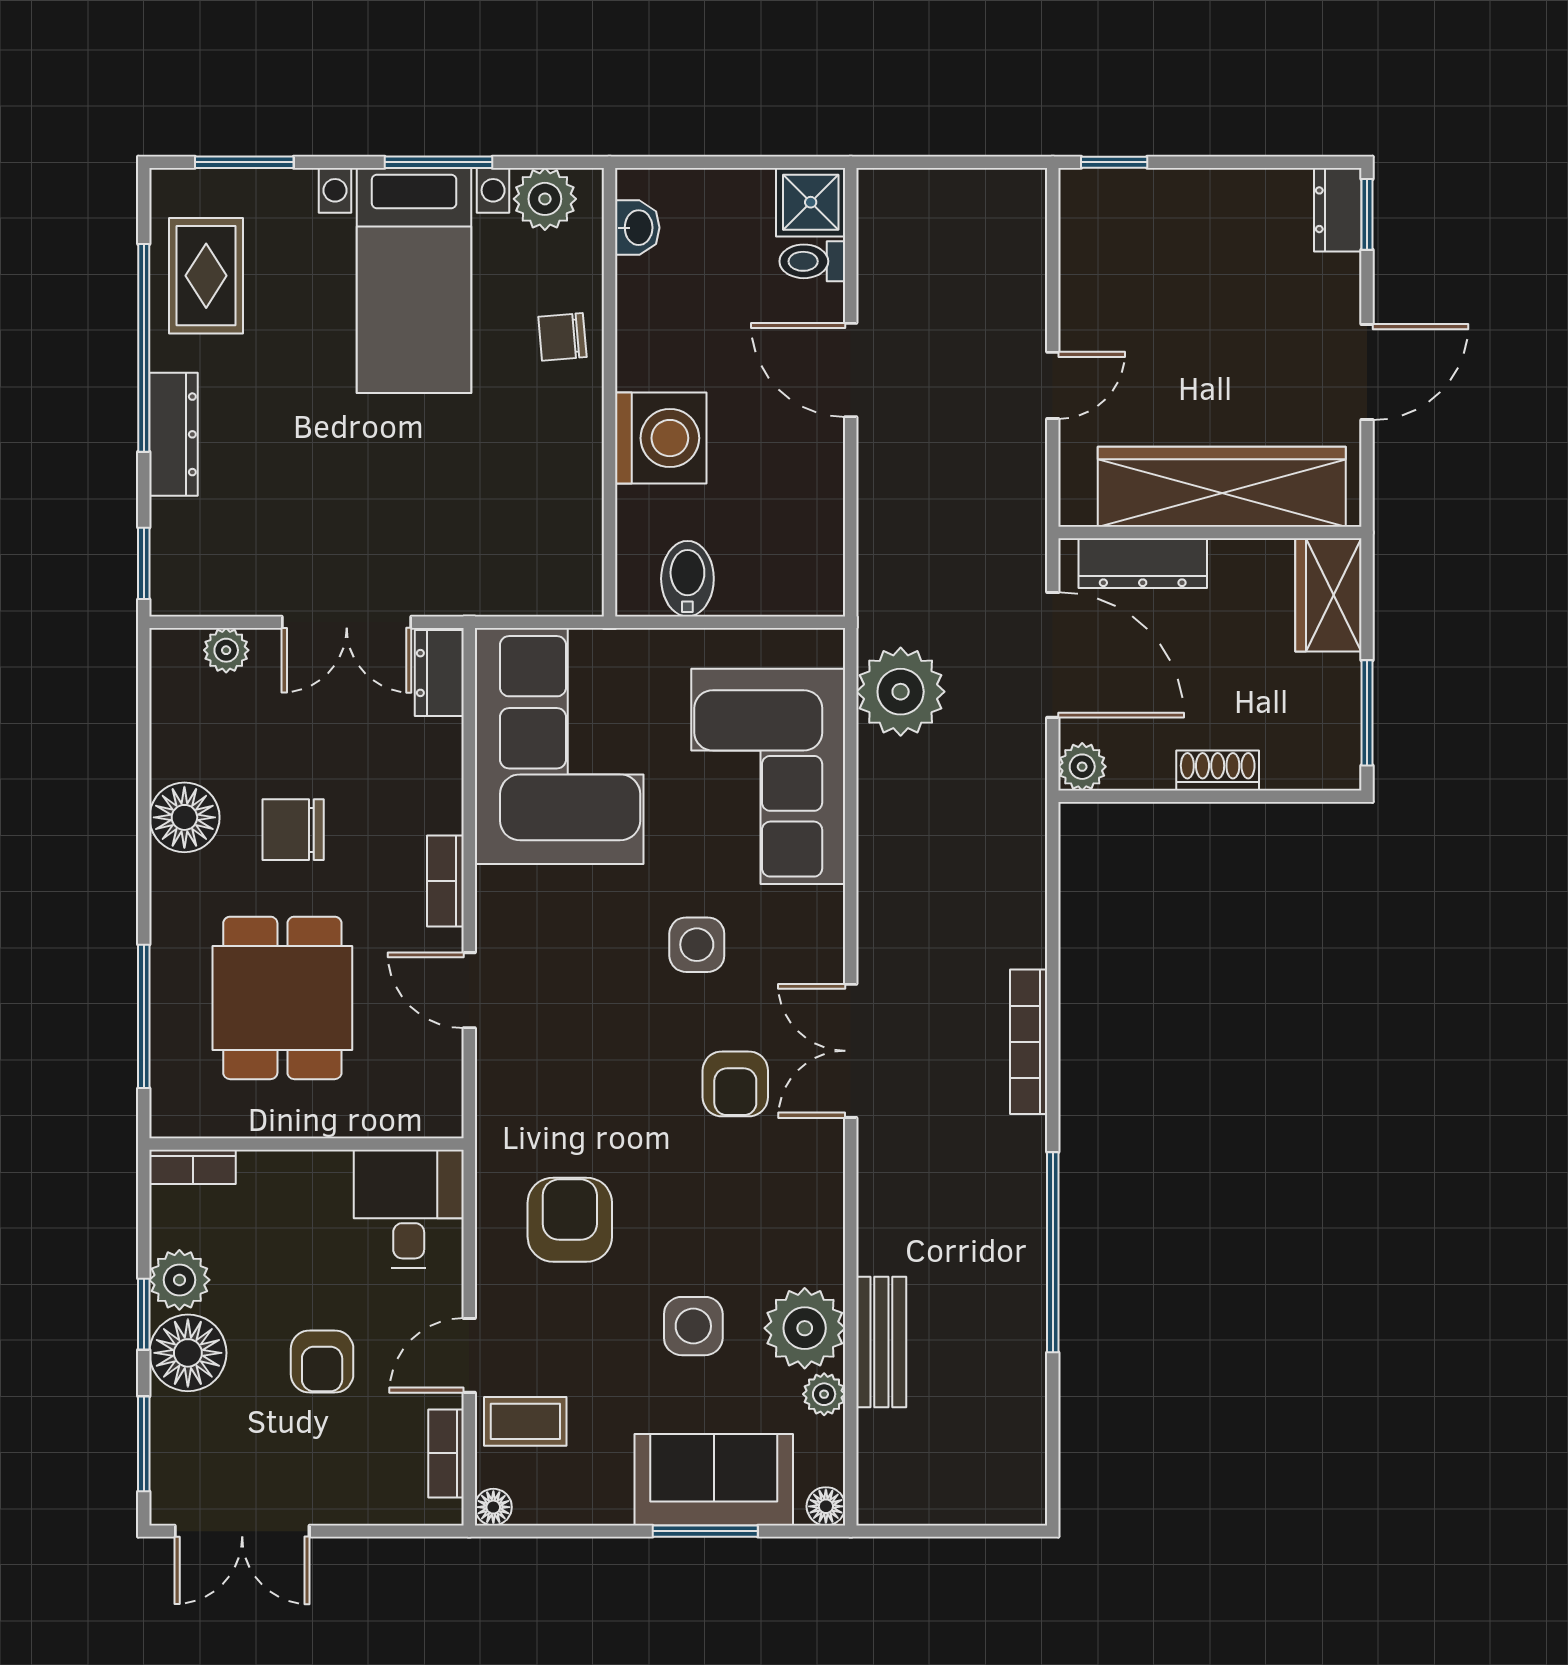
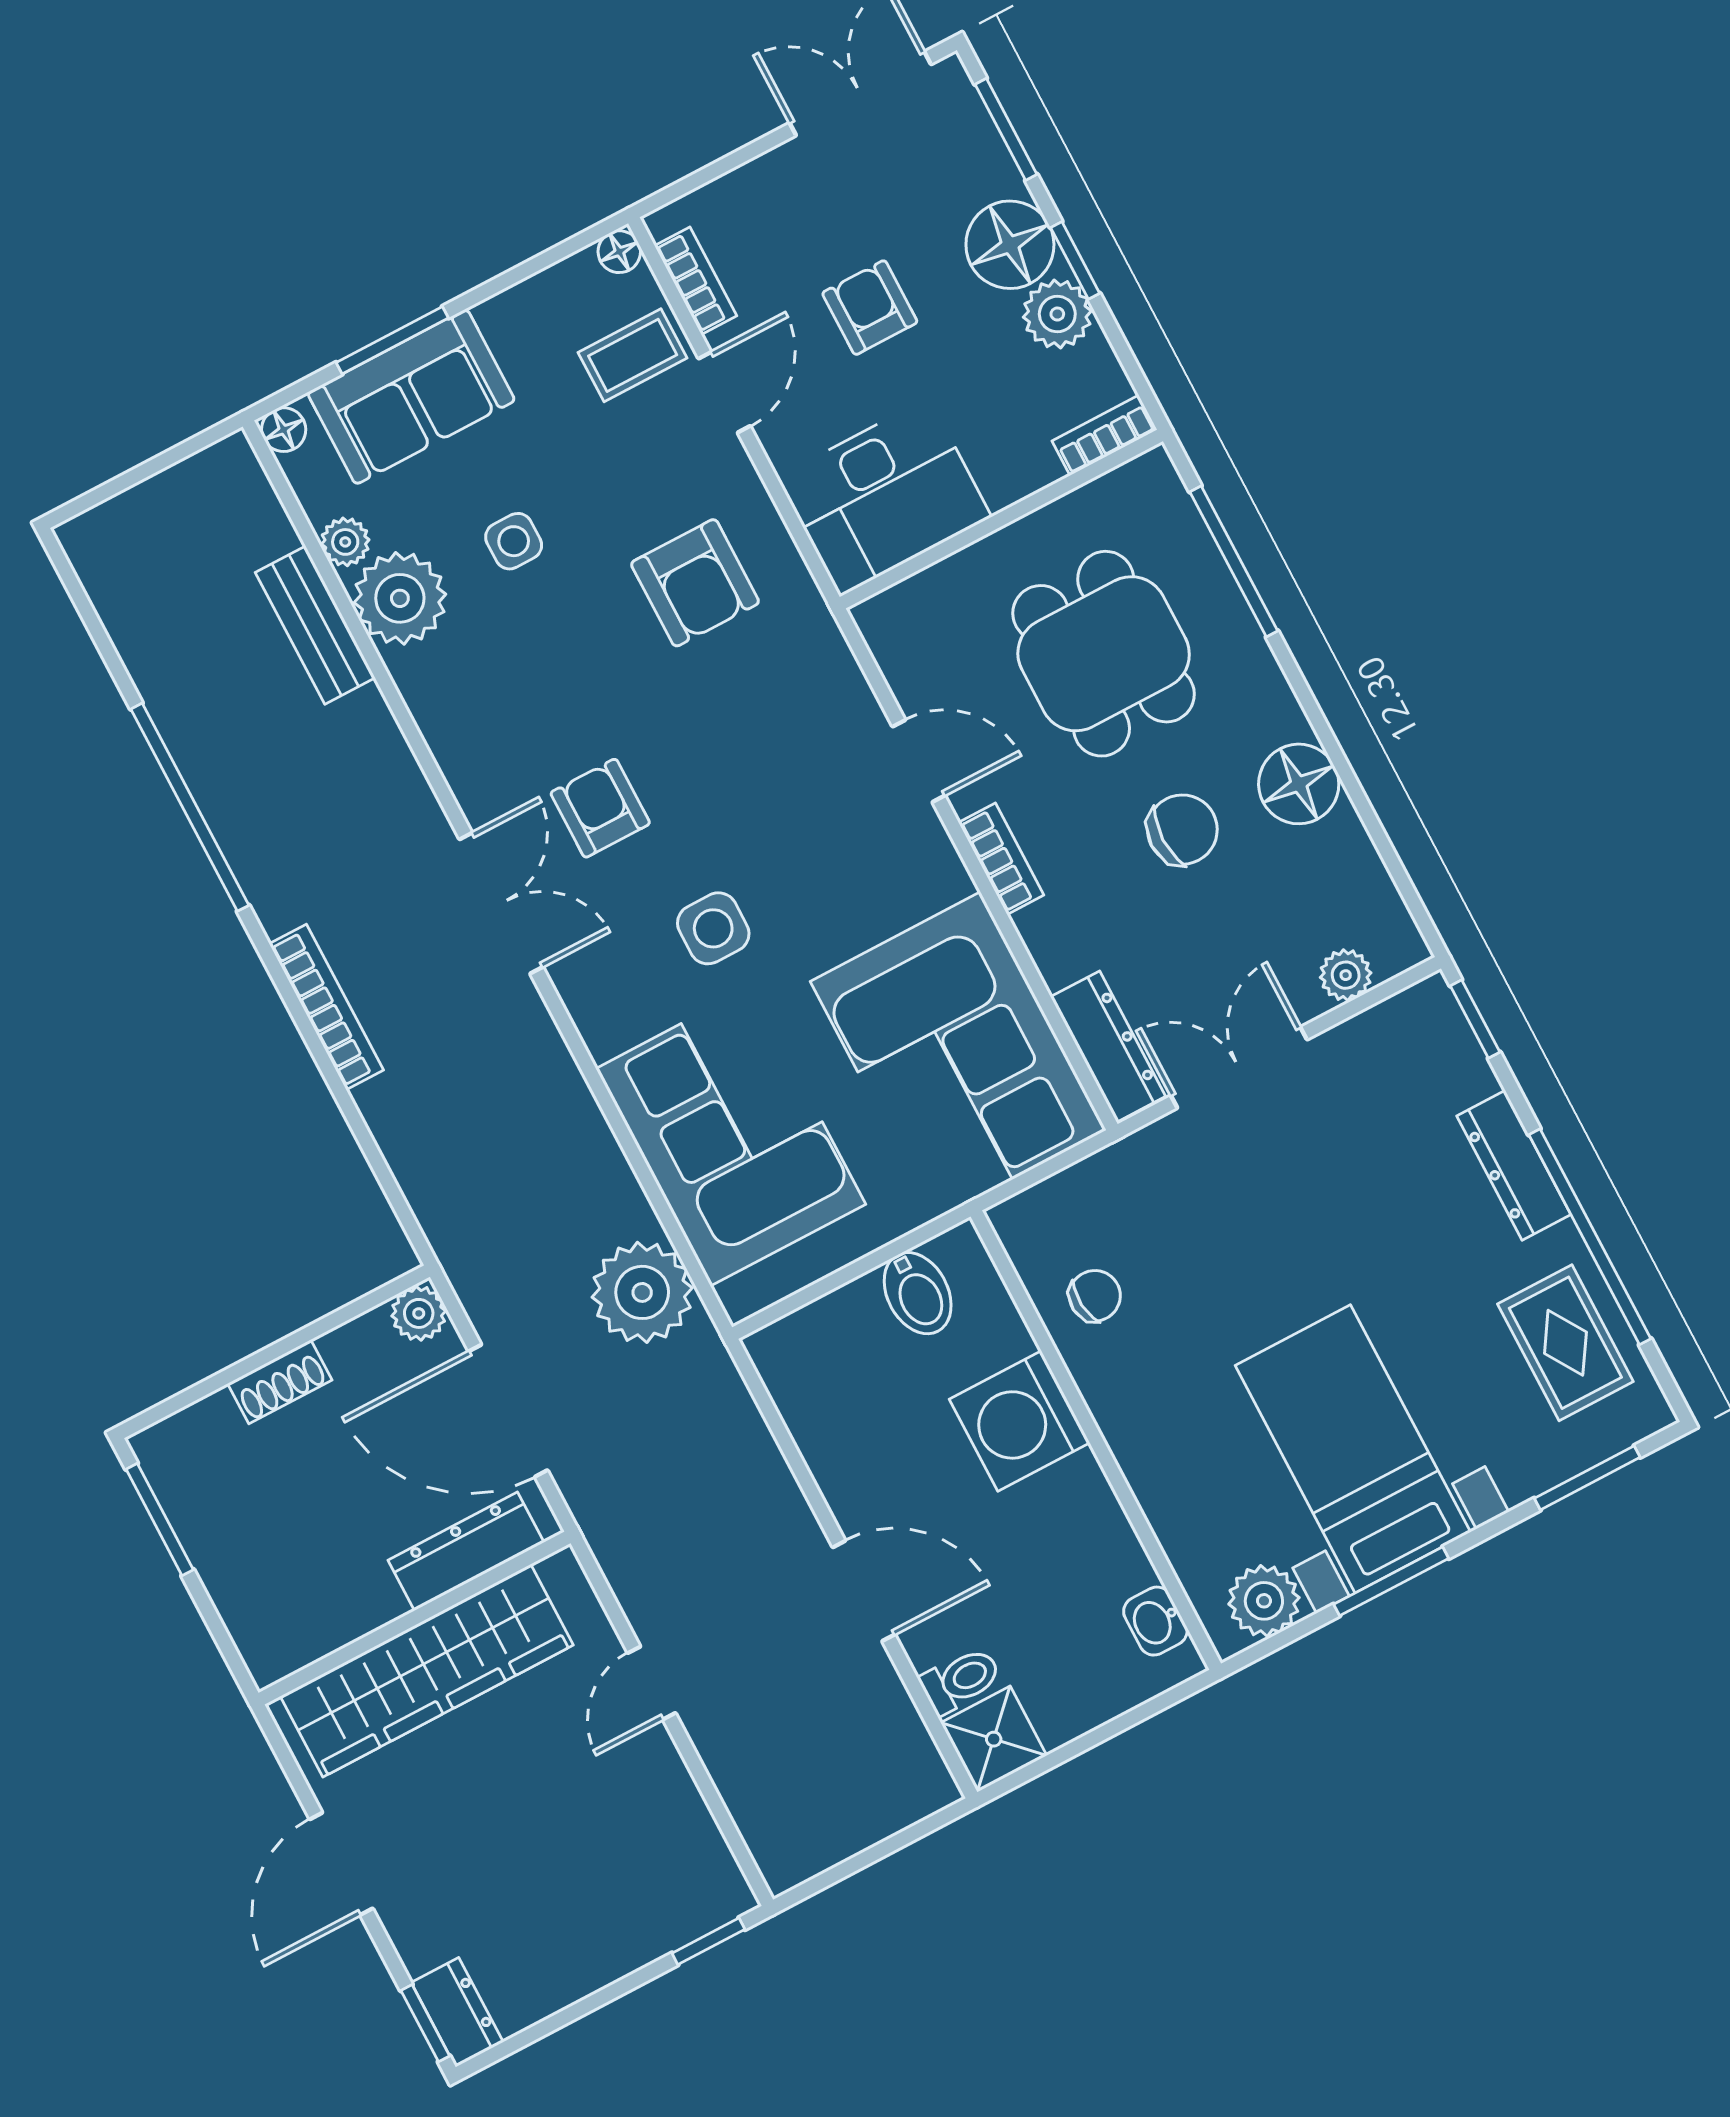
chair: (562, 337) -> (1095, 1296), moved
wardrobe: (1328, 595) -> (262, 1618), removed
dresser: (439, 673) -> (1108, 1047), width x1.44
desk: (409, 1209) -> (884, 497), width x1.37
side table: (693, 1326) -> (514, 541), width x0.73, depth x0.73

